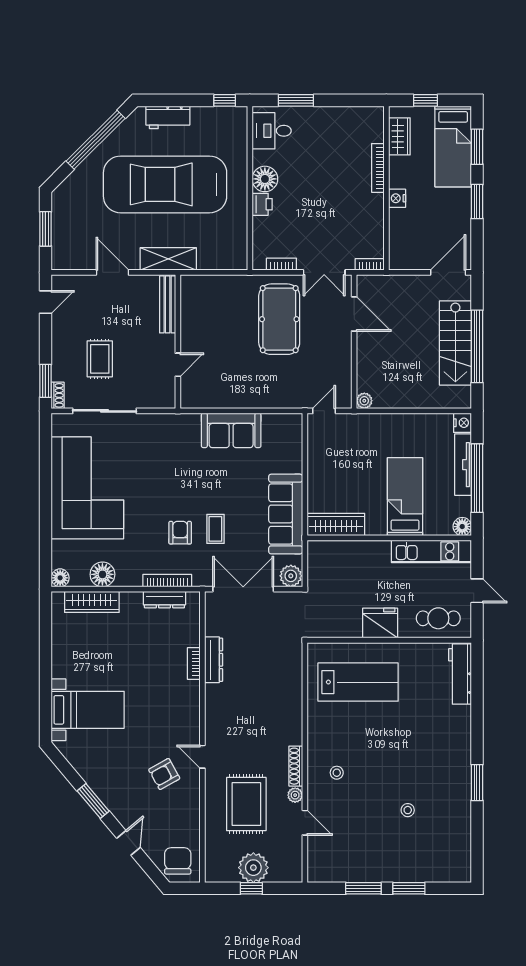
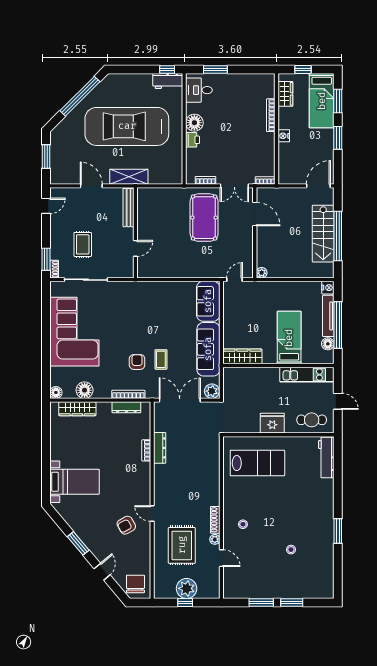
workbench: (168, 117) -> (168, 81), moved
sofa: (231, 430) -> (208, 301), moved, turned 90
floor lamp: (462, 527) -> (328, 344), moved

